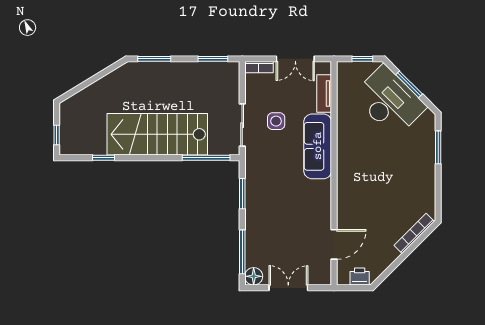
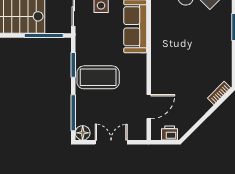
coffee table: (273, 209) -> (98, 77), added
bookcase: (414, 233) -> (219, 93), width x0.64

